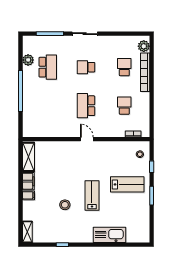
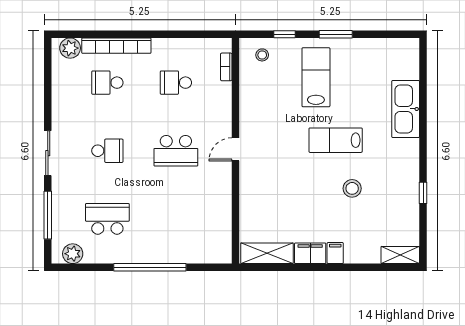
plant: (28, 60) -> (73, 254), moved
school desk: (86, 67) -> (107, 151), turned -90

